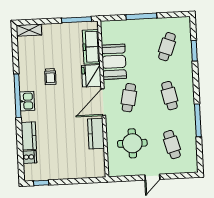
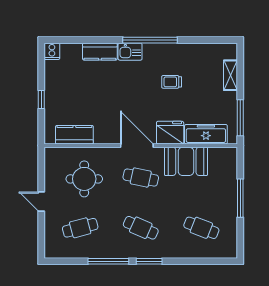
shelving: (29, 30) -> (230, 75), moved
window: (194, 51) -> (149, 261), moved
cafe table: (169, 96) -> (141, 228), turned 36
kitchen sink: (27, 101) -> (130, 52), moved
kitchen counter: (96, 134) -> (74, 135), moved
cooker: (30, 157) -> (52, 51), moved
window: (41, 183) -> (41, 99), moved

